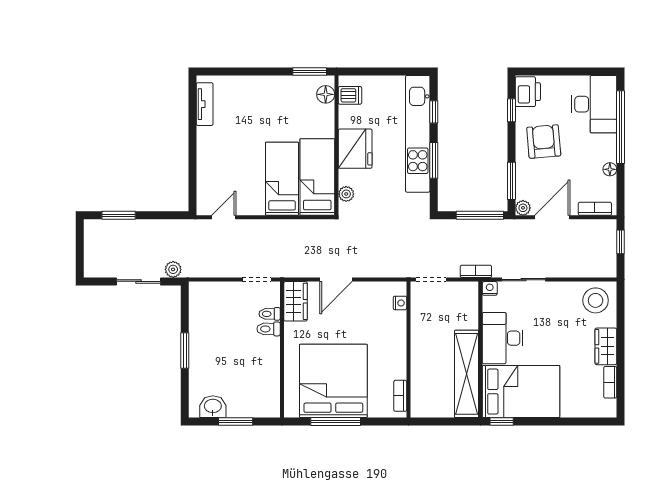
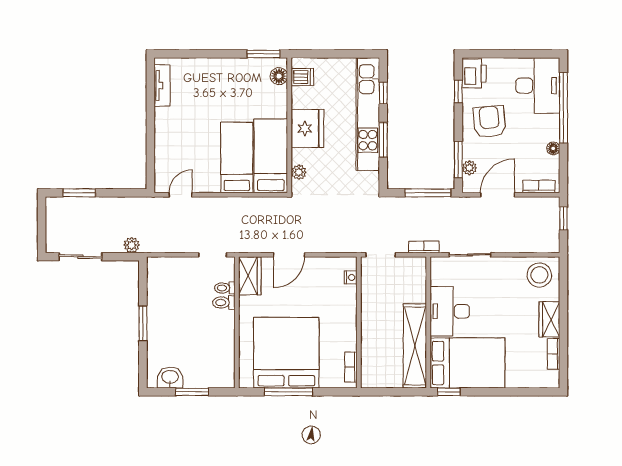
plant: (523, 208) -> (469, 168), moved
sliding door: (139, 281) -> (80, 257), moved
nightstand: (490, 288) -> (437, 263), removed

